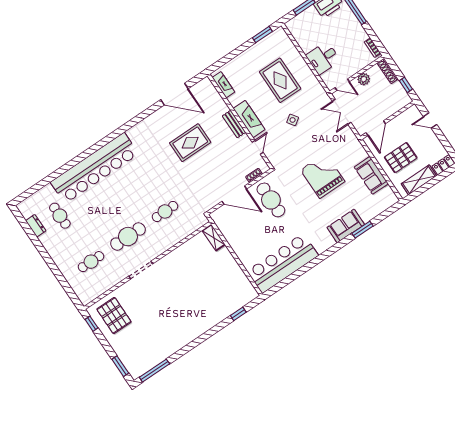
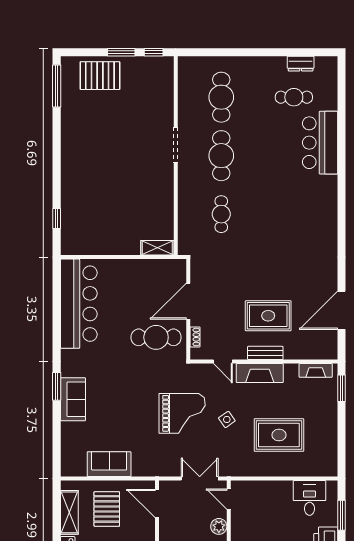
window: (262, 35) -> (341, 388), moved
desk: (323, 58) -> (310, 498), moved
door: (342, 85) -> (229, 499), hinge flipped
rug: (190, 143) -> (268, 316), moved, turned 90
bar counter: (95, 168) -> (320, 143), width x0.54
grand piano: (323, 176) -> (182, 413), moved
window: (363, 230) -> (57, 386), moved
cafe table: (91, 262) -> (221, 97), width x1.37, depth x1.35
pallet: (114, 316) -> (100, 76), moved
window: (120, 366) -> (121, 52), moved

